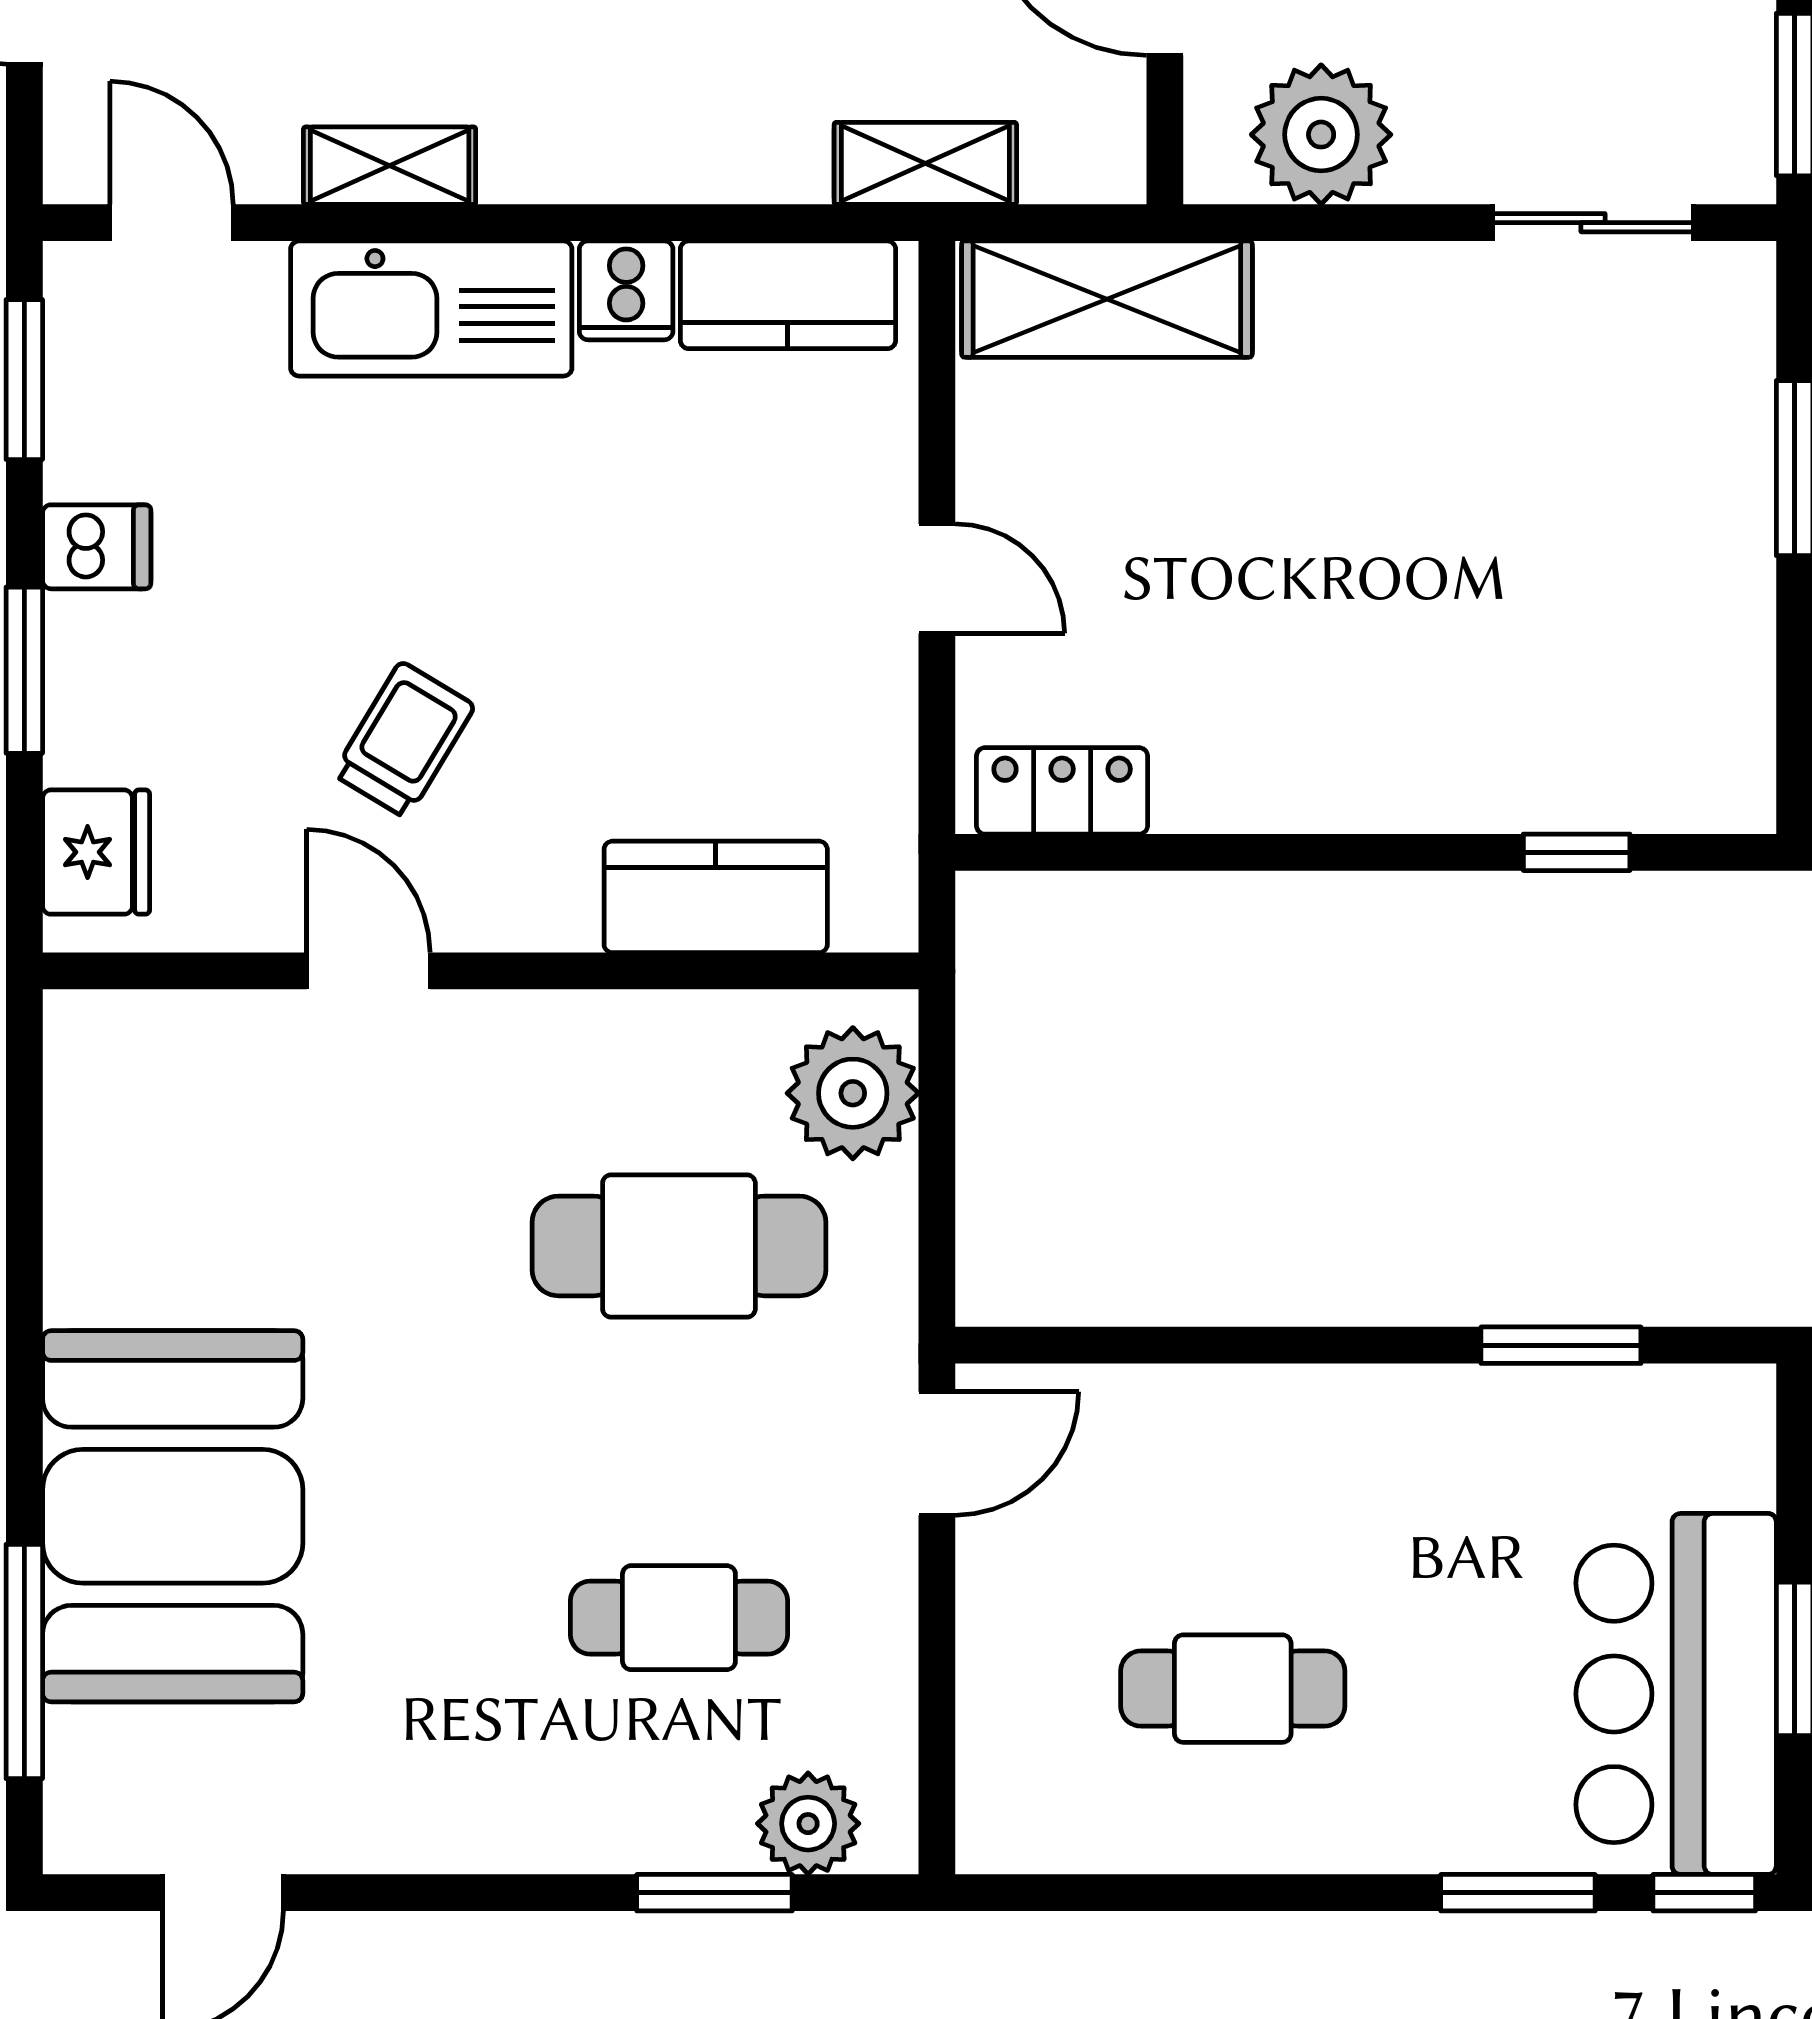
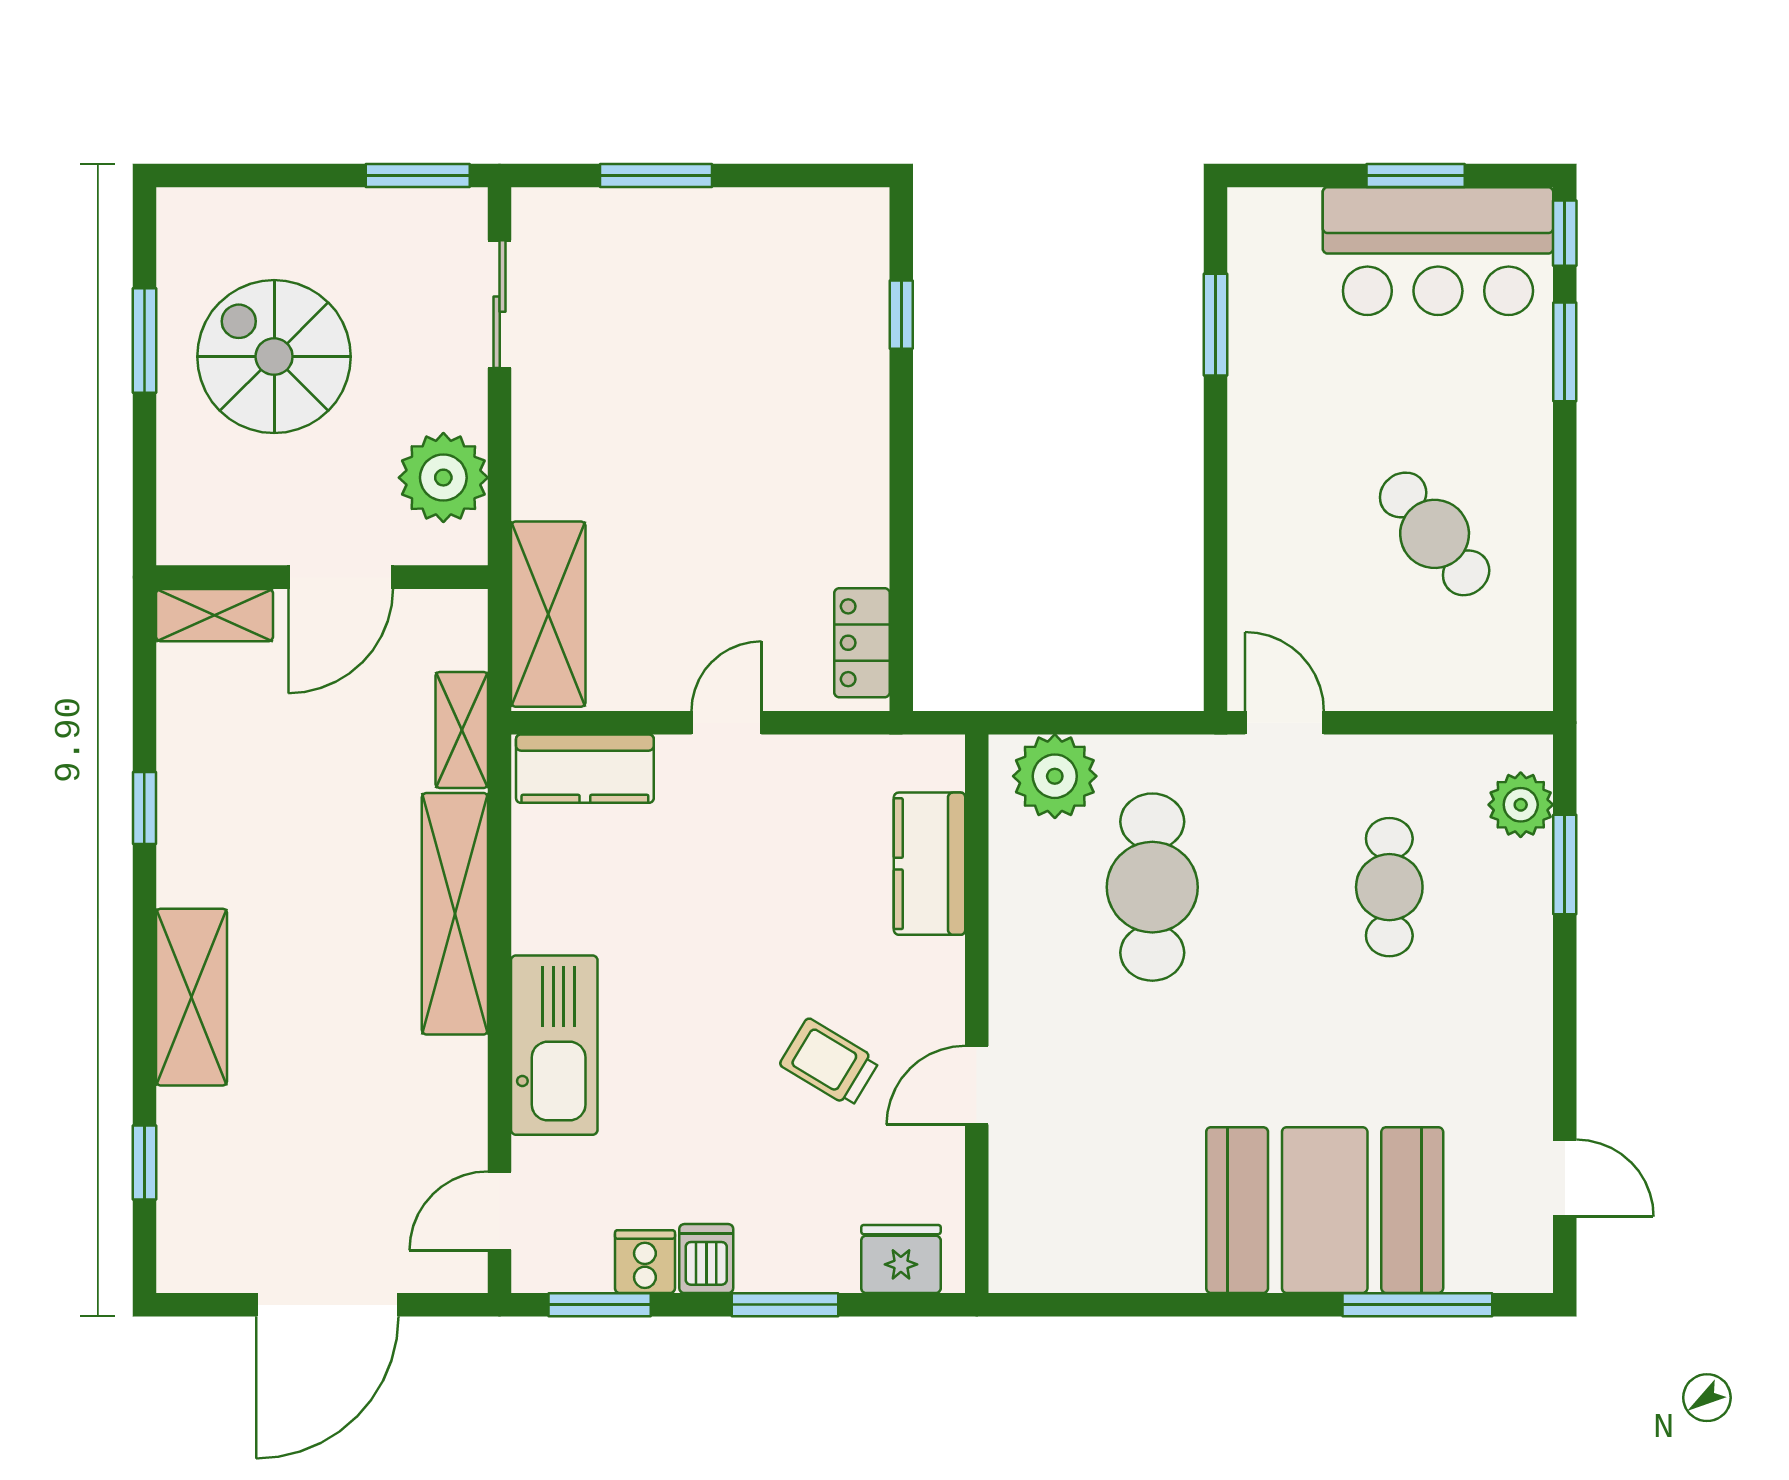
shelving: (390, 166) -> (455, 914), moved, width x2.20, depth x1.33
cooker: (626, 290) -> (645, 1262), moved, turned -90
kitchen counter: (788, 295) -> (585, 769), moved, turned 90
cafe table: (1233, 1689) -> (1435, 534), turned -39

